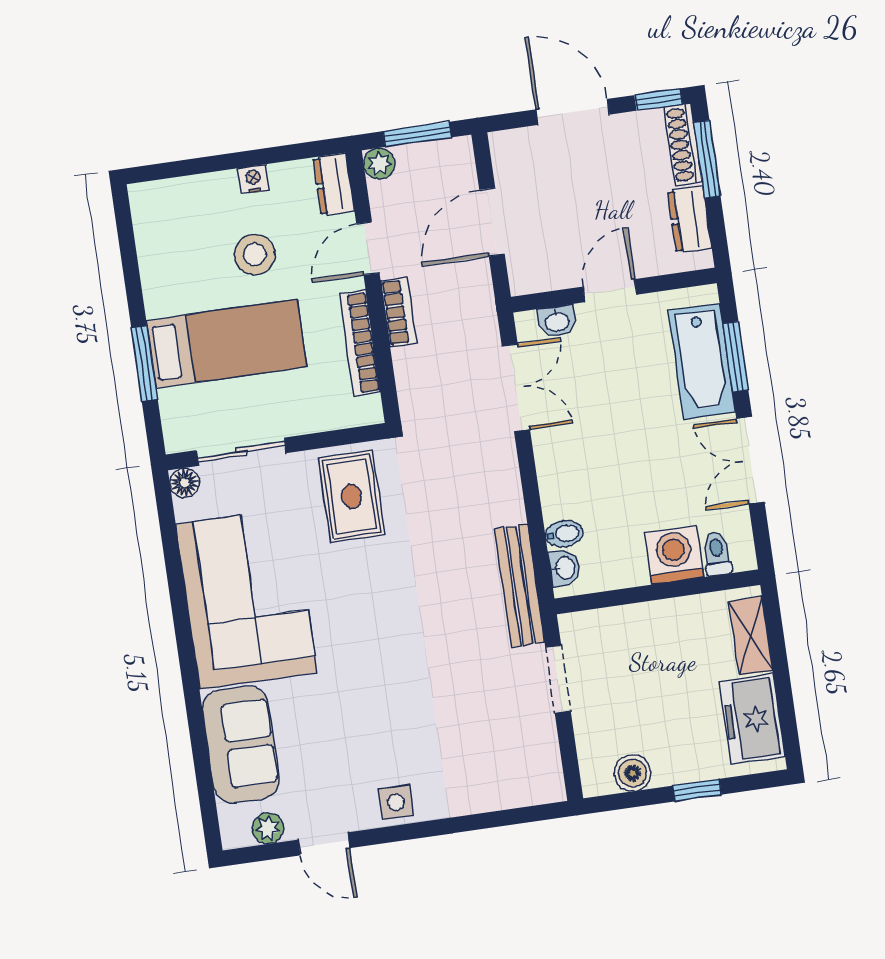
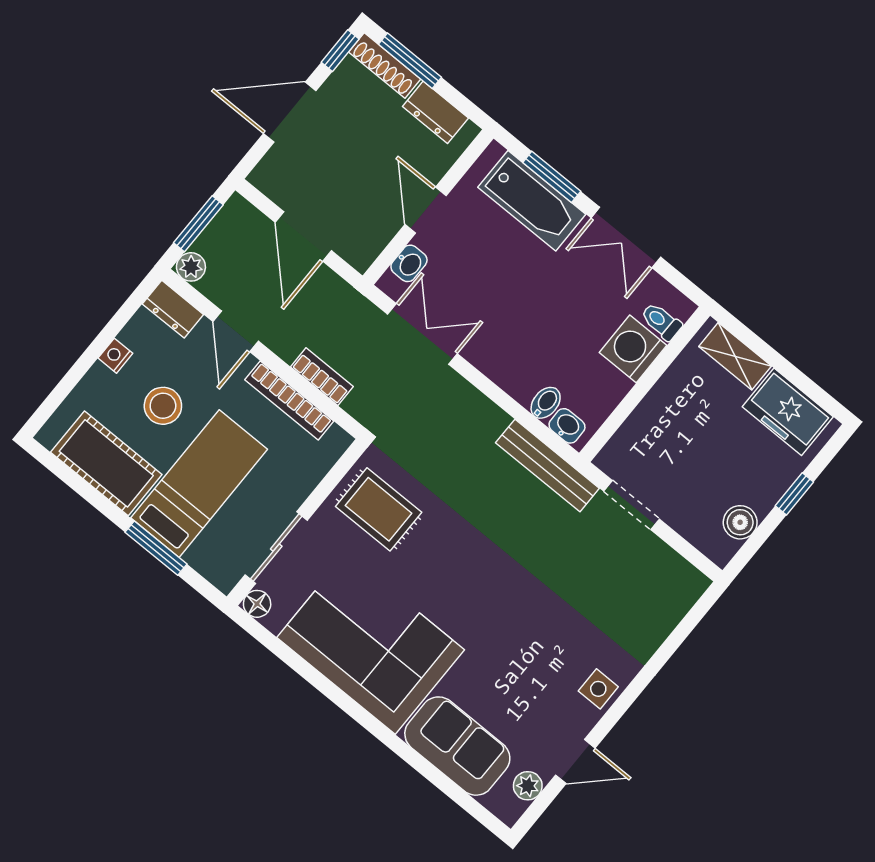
cot: (167, 259) -> (106, 463), added
bookcase: (399, 312) -> (322, 377), moved

